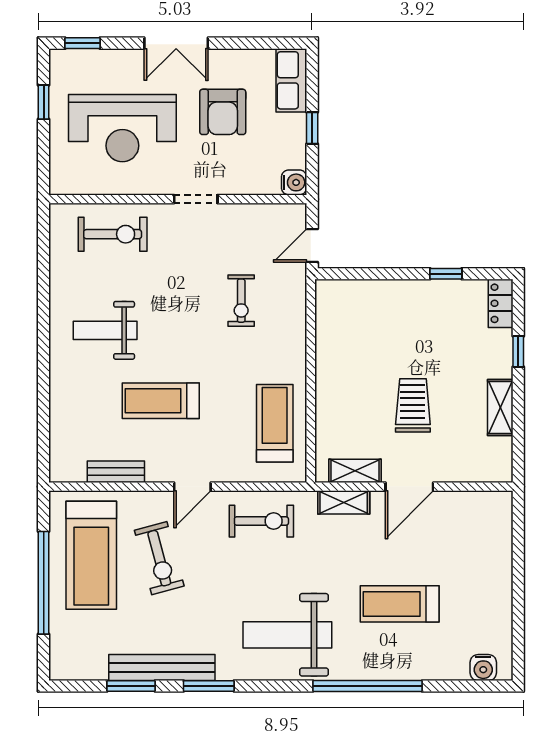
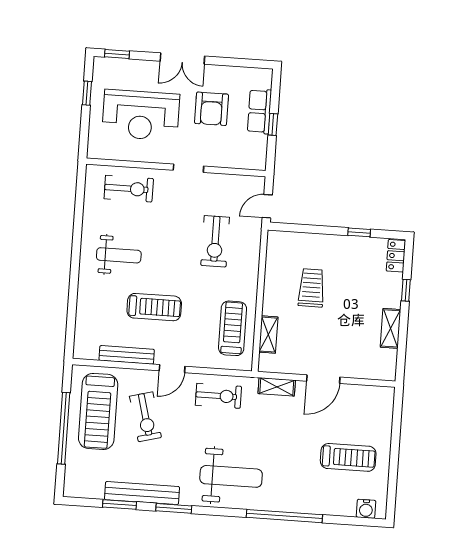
row of seats: (291, 80) -> (259, 111), moved
water cooler: (294, 182) -> (258, 161), removed
exercise bike: (241, 301) -> (215, 241), width x1.38, depth x1.39
weight bench: (105, 330) -> (119, 255), turned 180
treadmill: (161, 401) -> (154, 307), turned 180
trolley: (413, 405) -> (311, 288), moved
shelving: (355, 471) -> (268, 335), moved, turned 90
bench: (116, 472) -> (127, 355), width x1.36
treadmill: (400, 604) -> (348, 457), moved, turned 180
weight bench: (287, 635) -> (231, 476), turned 180

